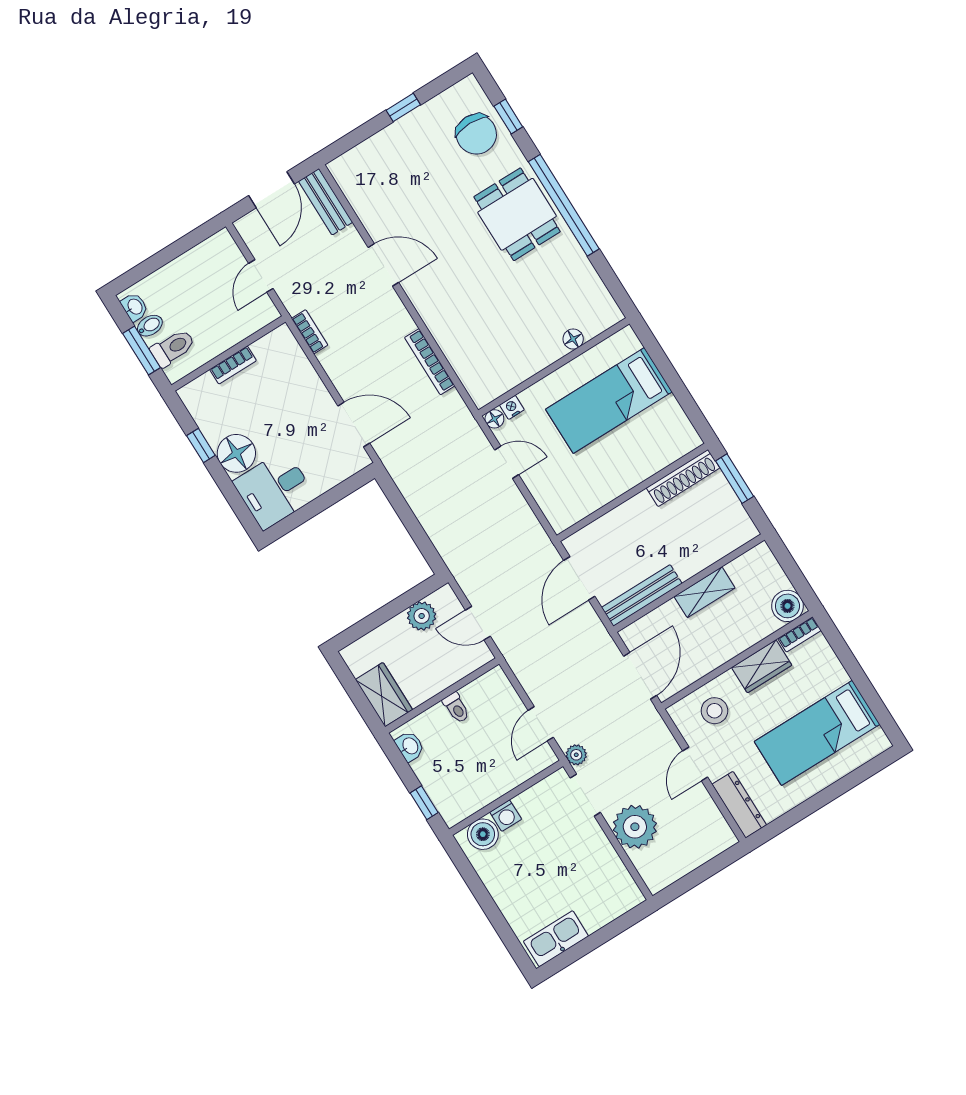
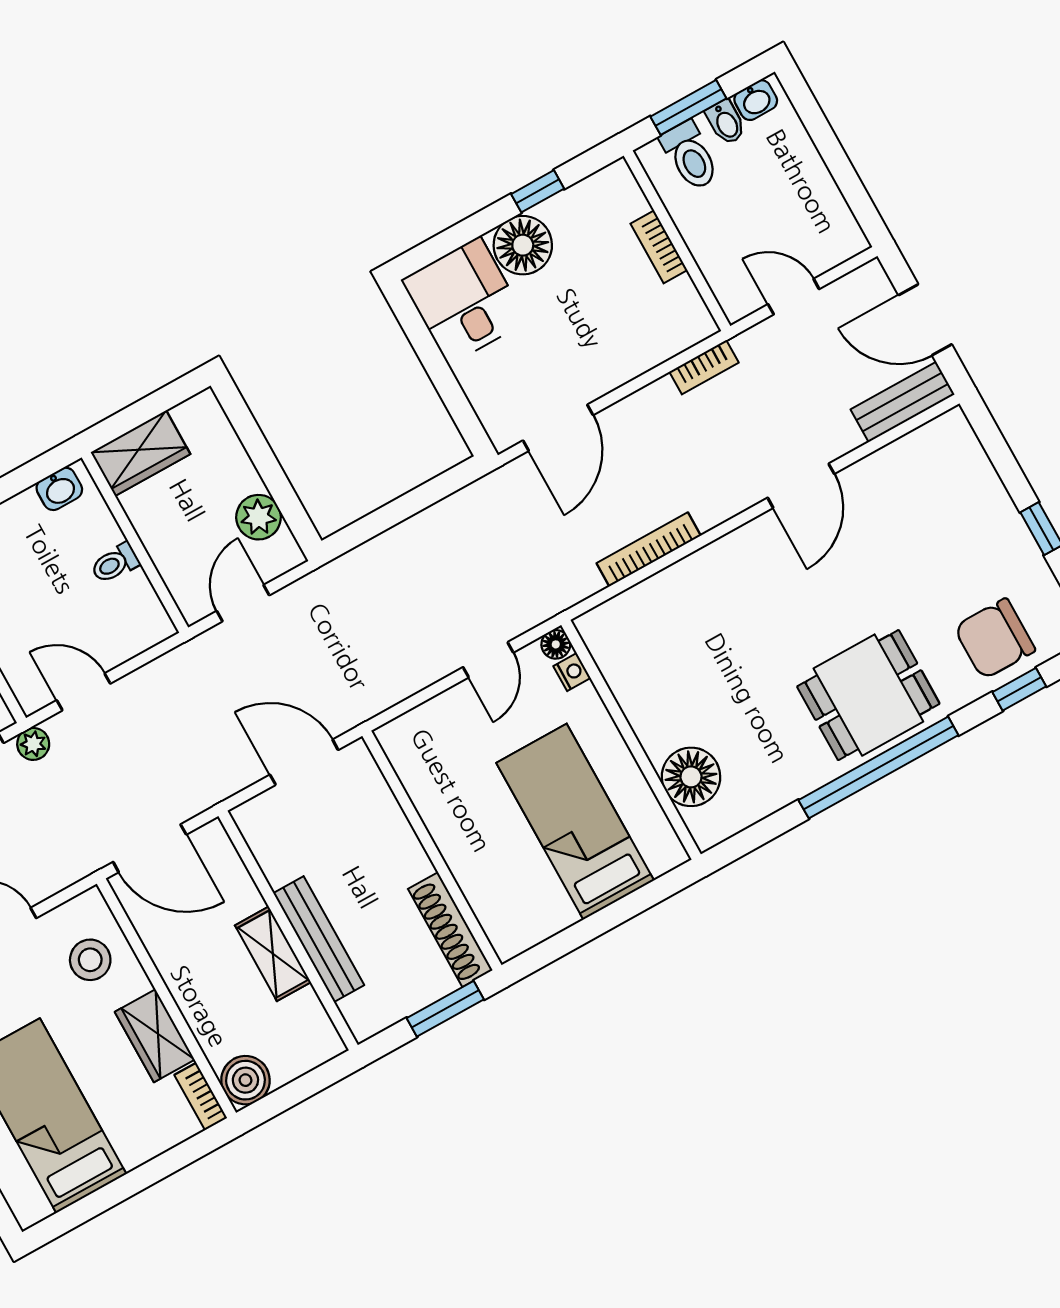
floor lamp: (573, 339) -> (691, 777), width x1.89, depth x1.89
bench: (642, 595) -> (319, 939), moved

